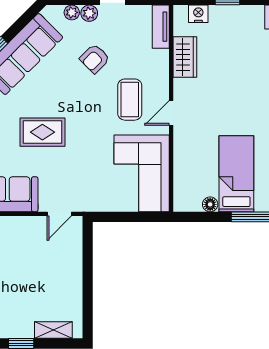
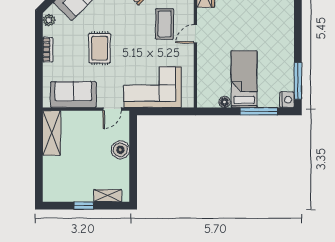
rug: (42, 132) -> (100, 48), turned 90
corner sofa: (142, 173) -> (153, 87), moved, turned 90
boiler: (70, 268) -> (120, 150), added

